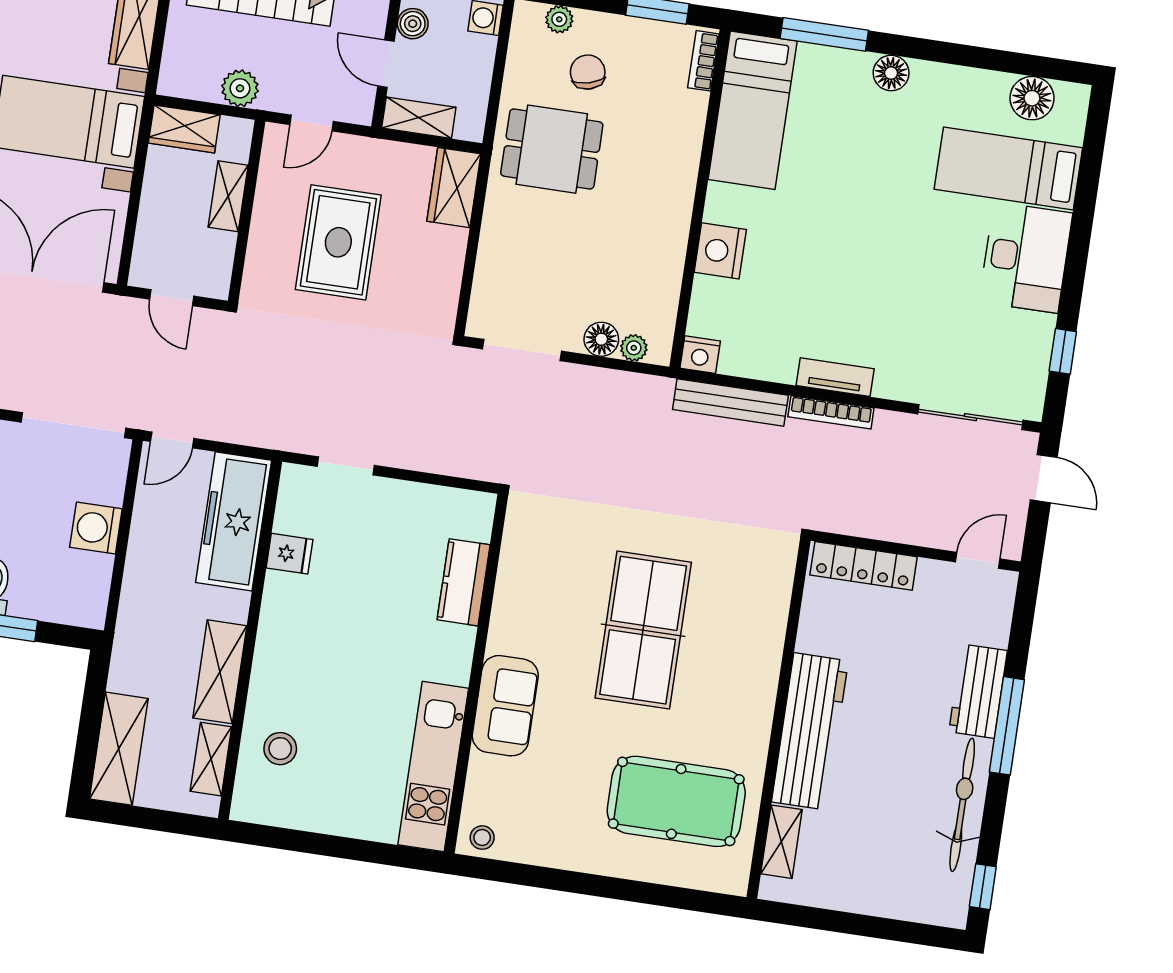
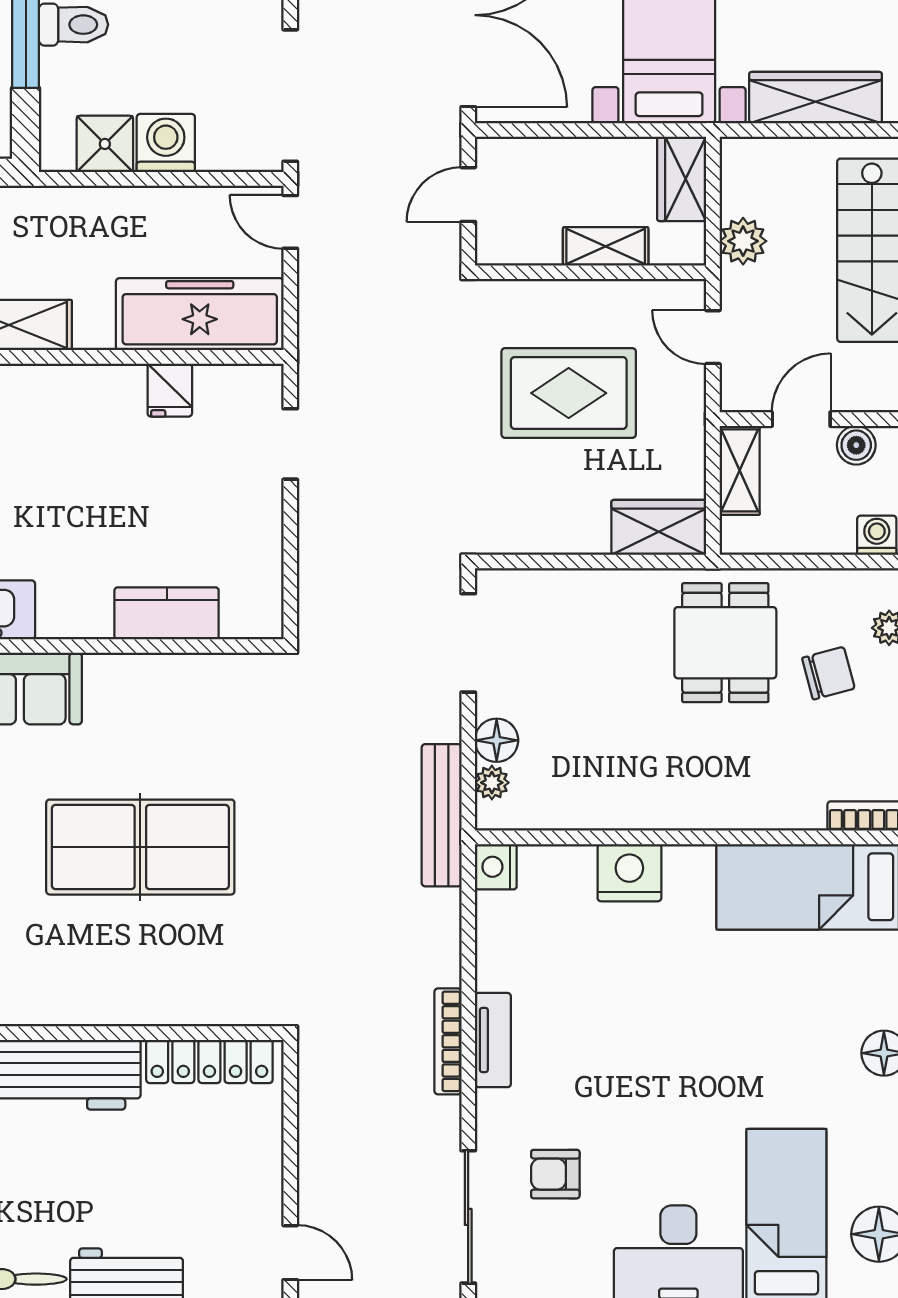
armchair: (947, 344) -> (555, 1174), added
bench: (730, 402) -> (442, 815), moved
locker: (864, 566) -> (209, 1061), moved, turned -90
shower: (90, 576) -> (105, 144), added

